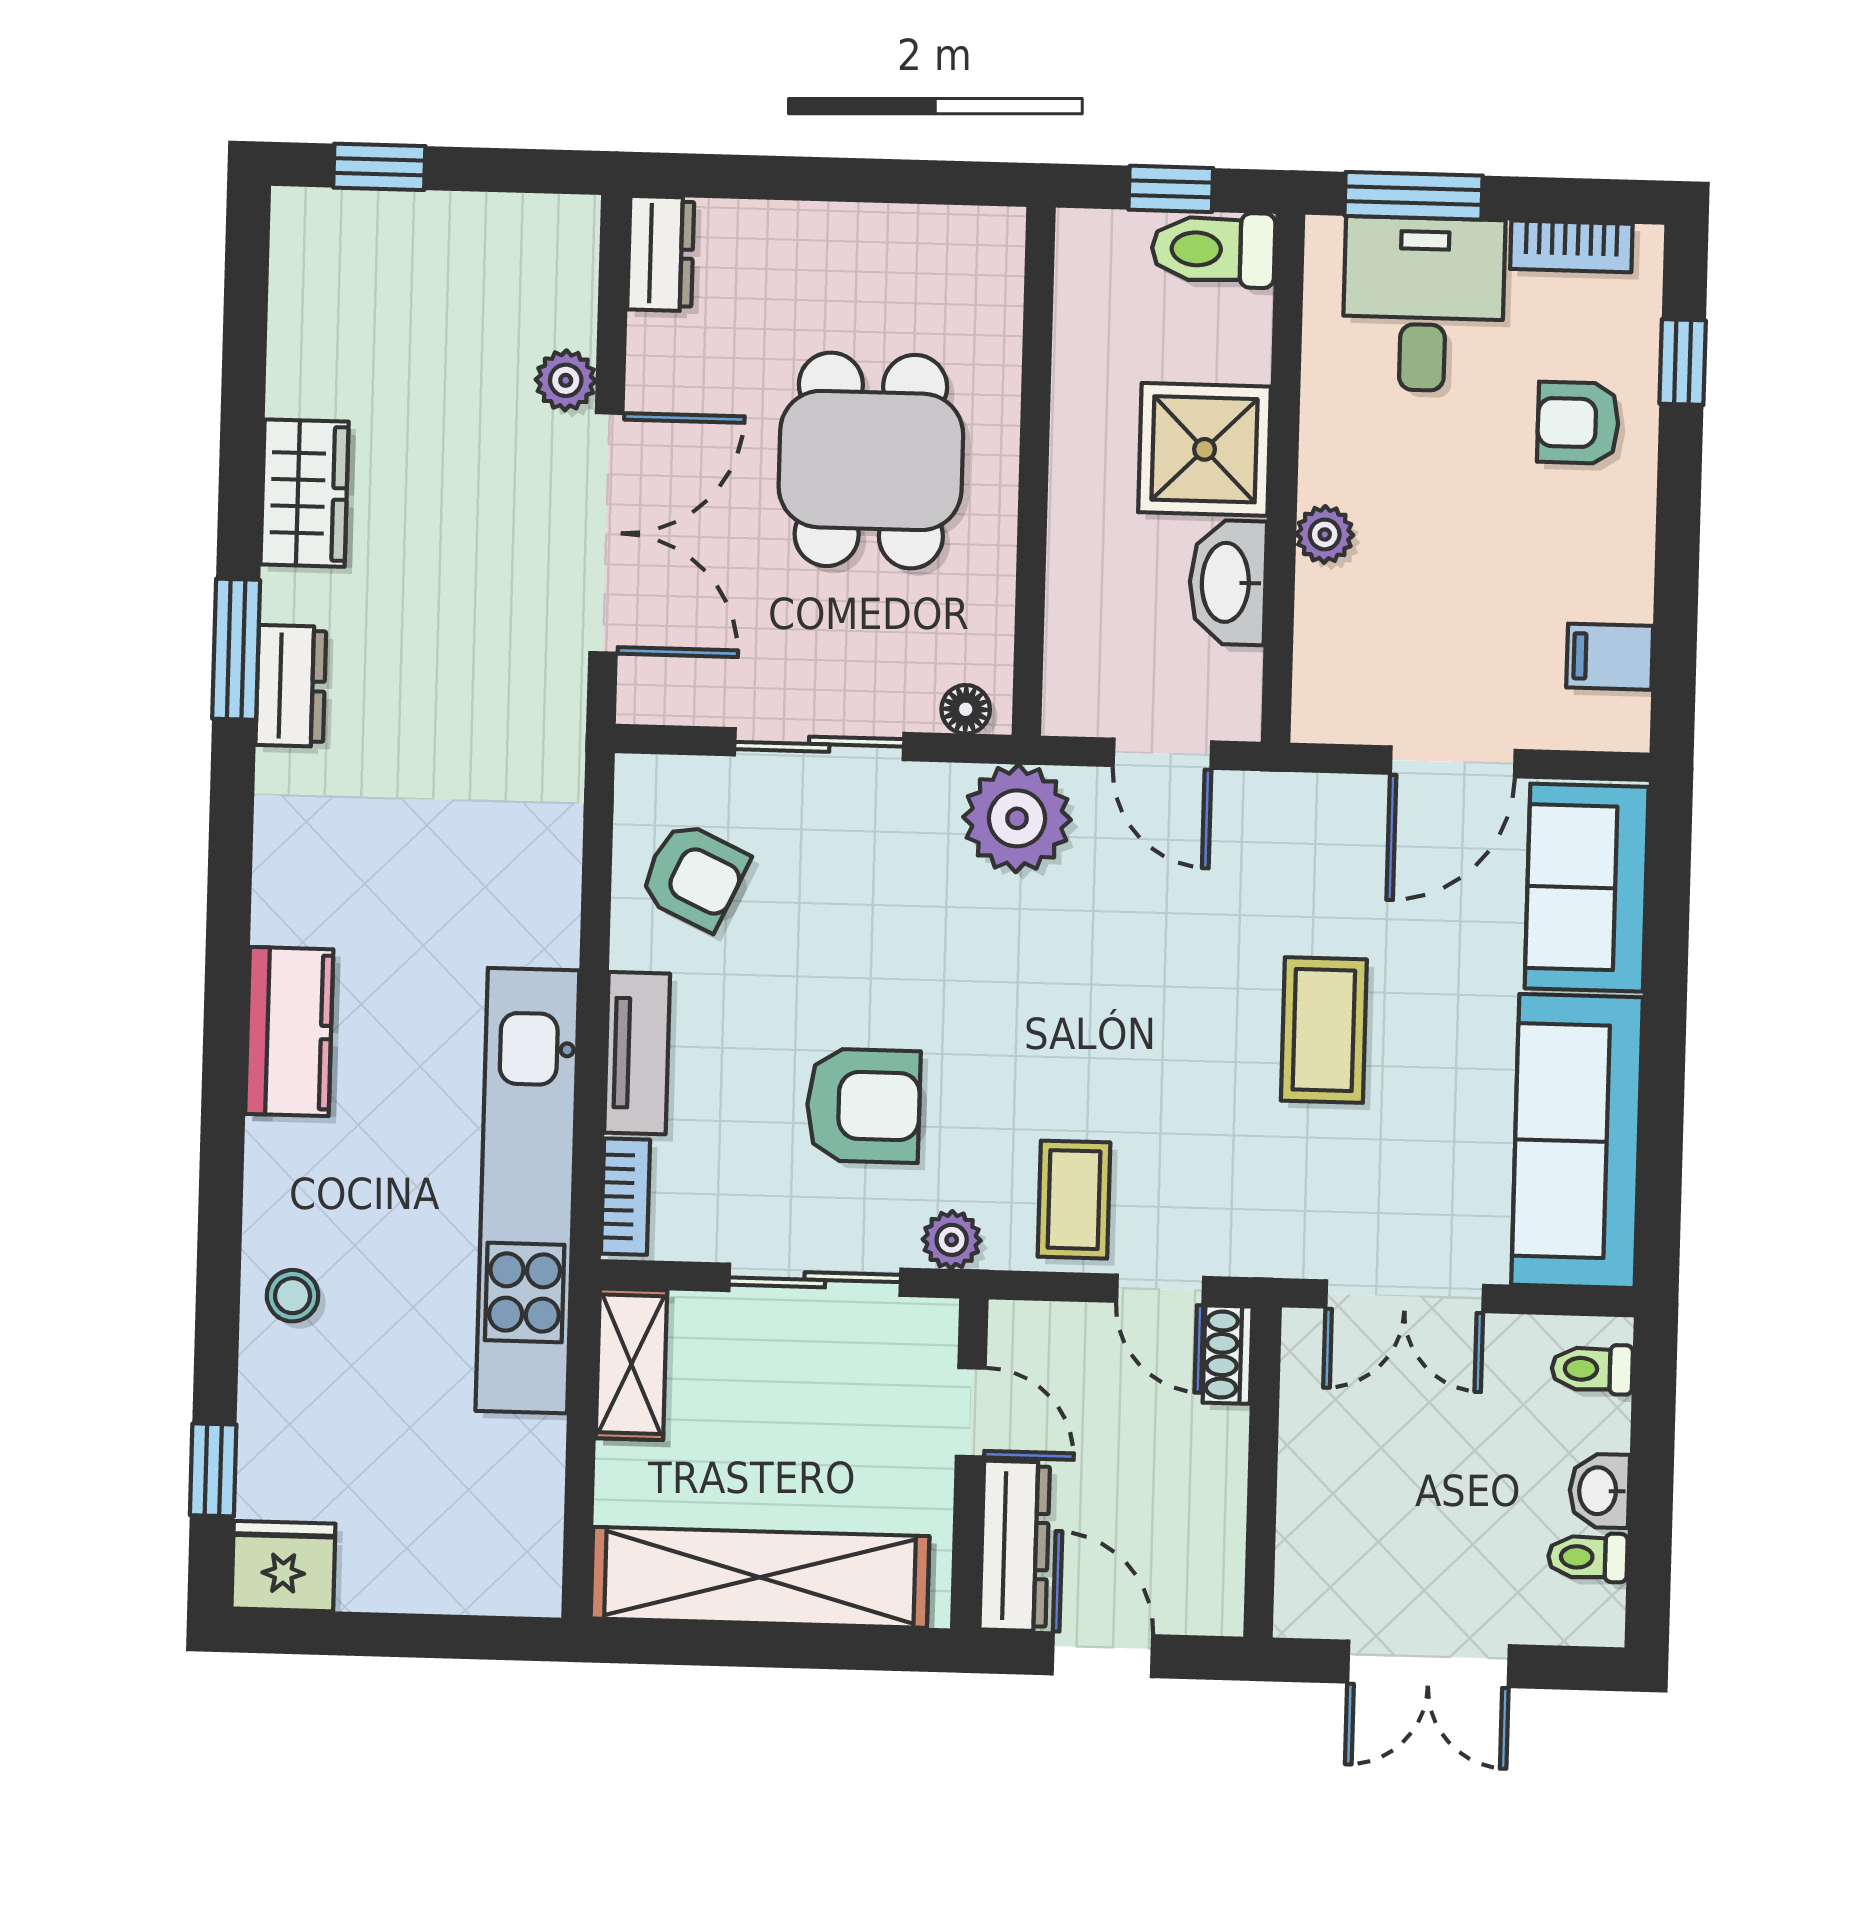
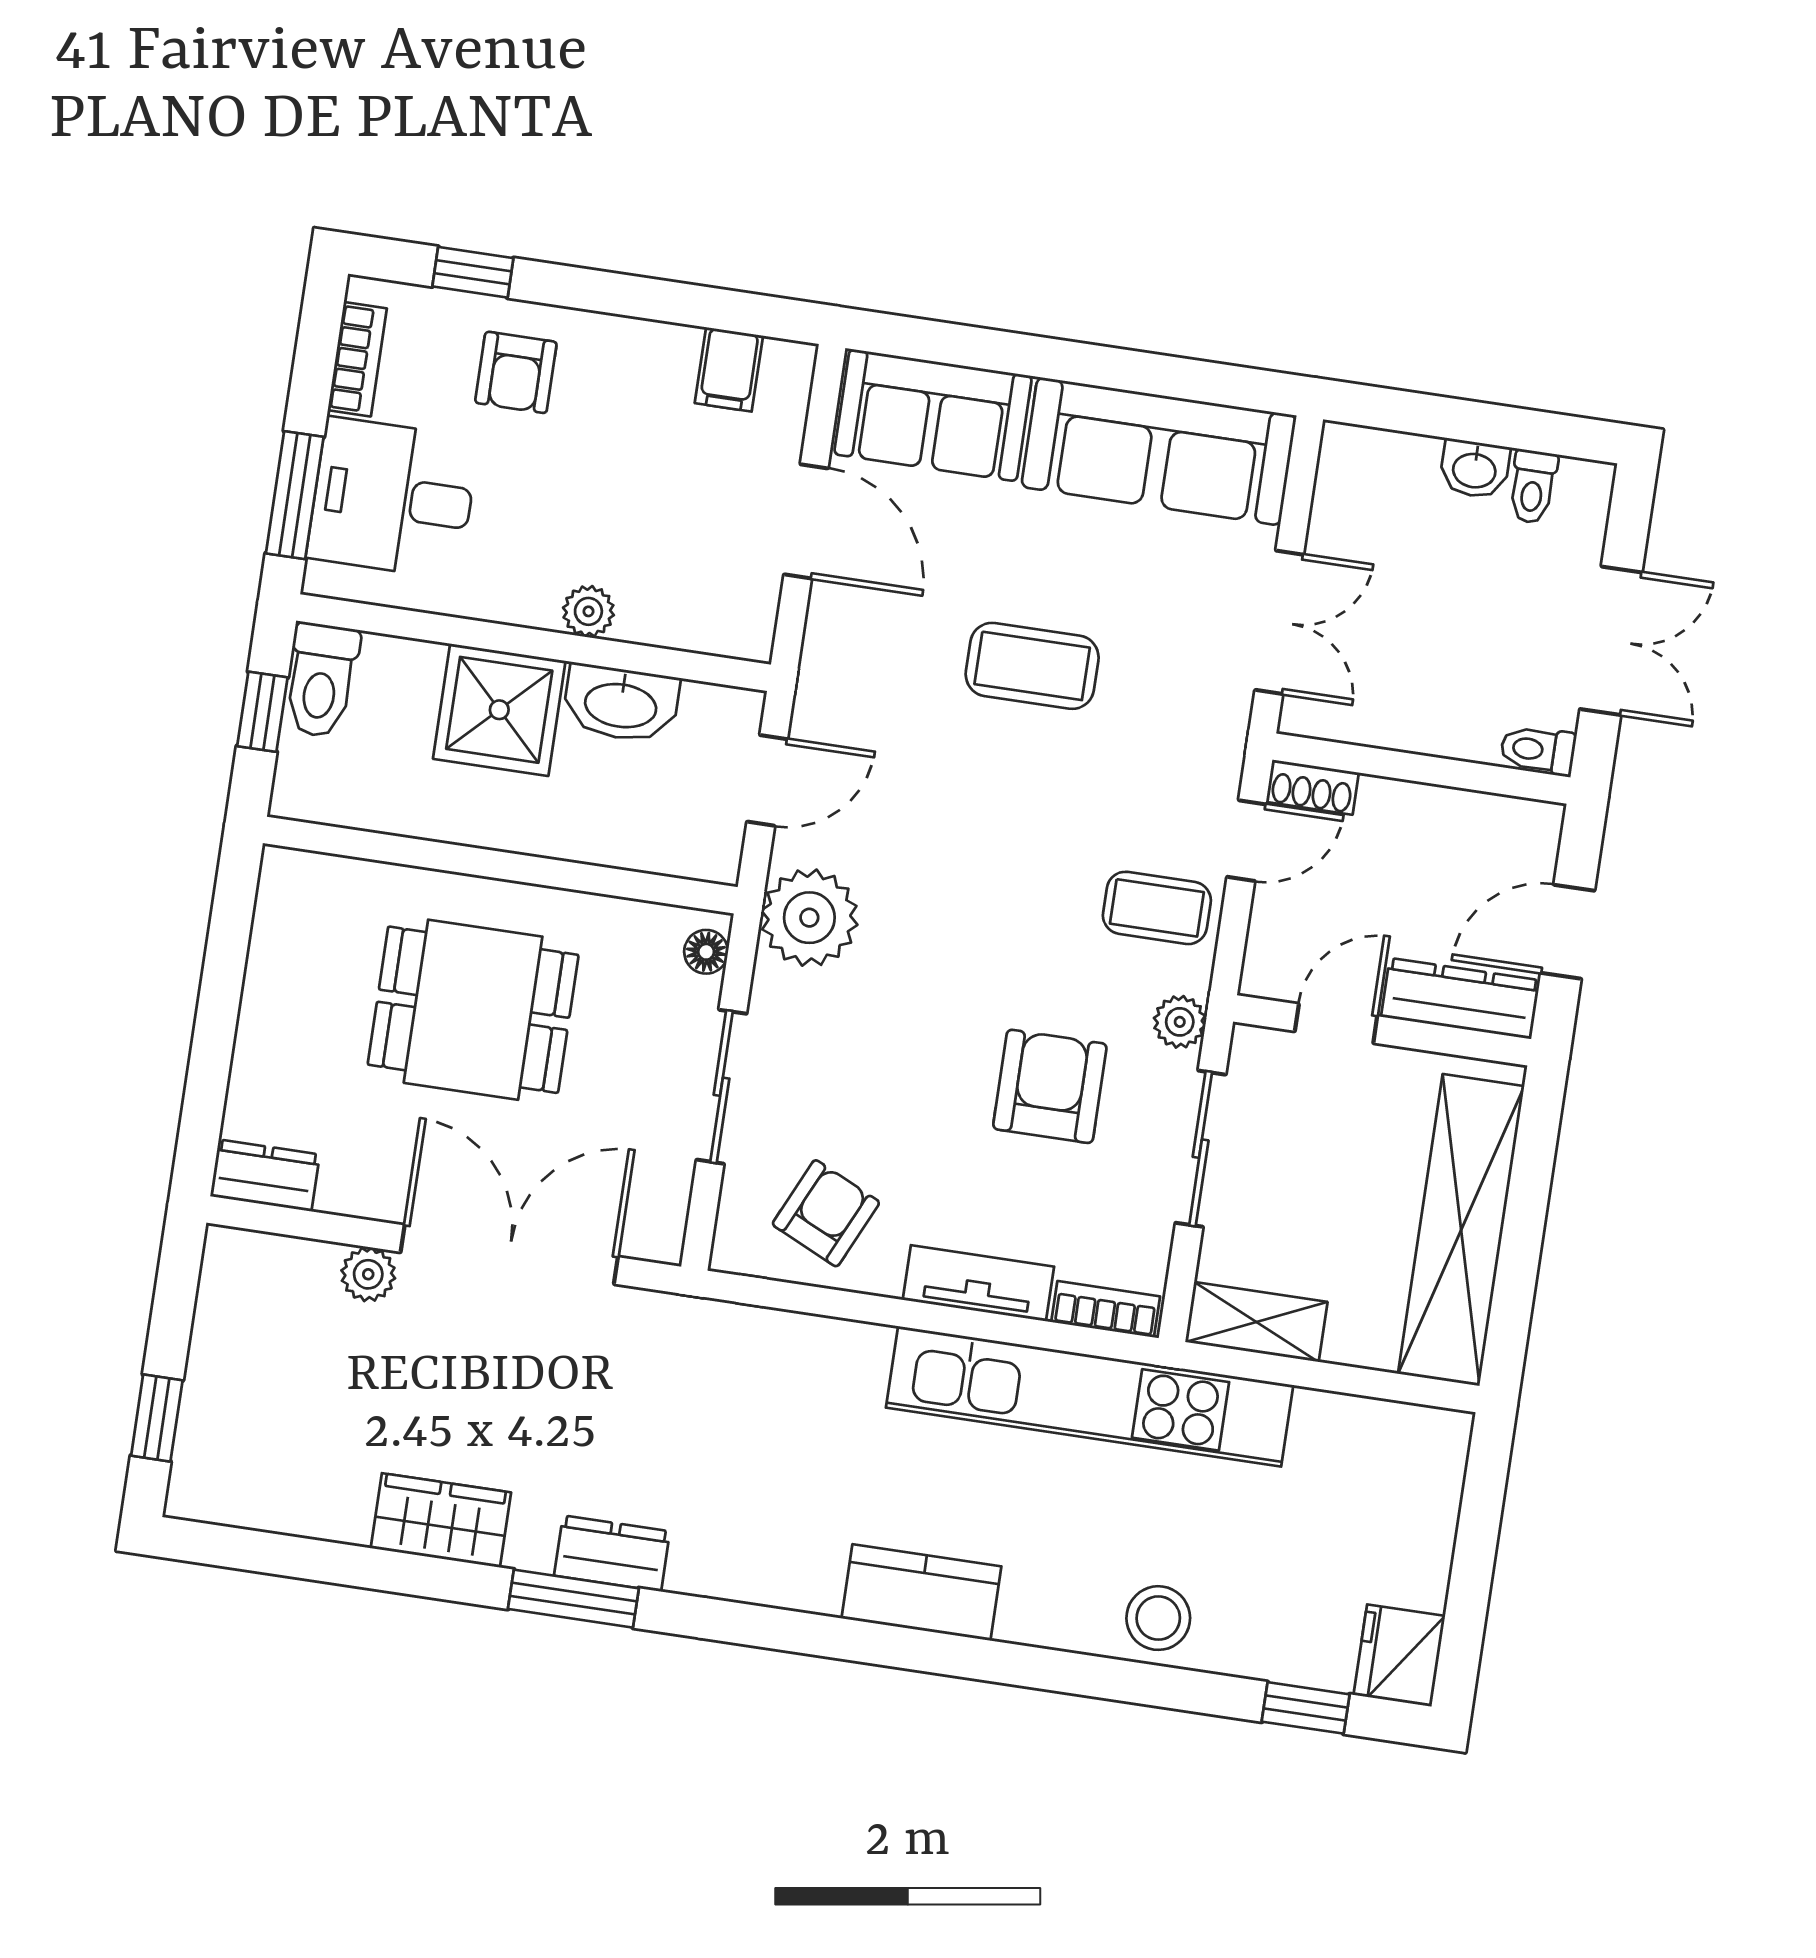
stool: (293, 1296) -> (1158, 1618), width x1.37, depth x1.37
toilet: (1592, 1369) -> (1538, 750), moved, turned 90

